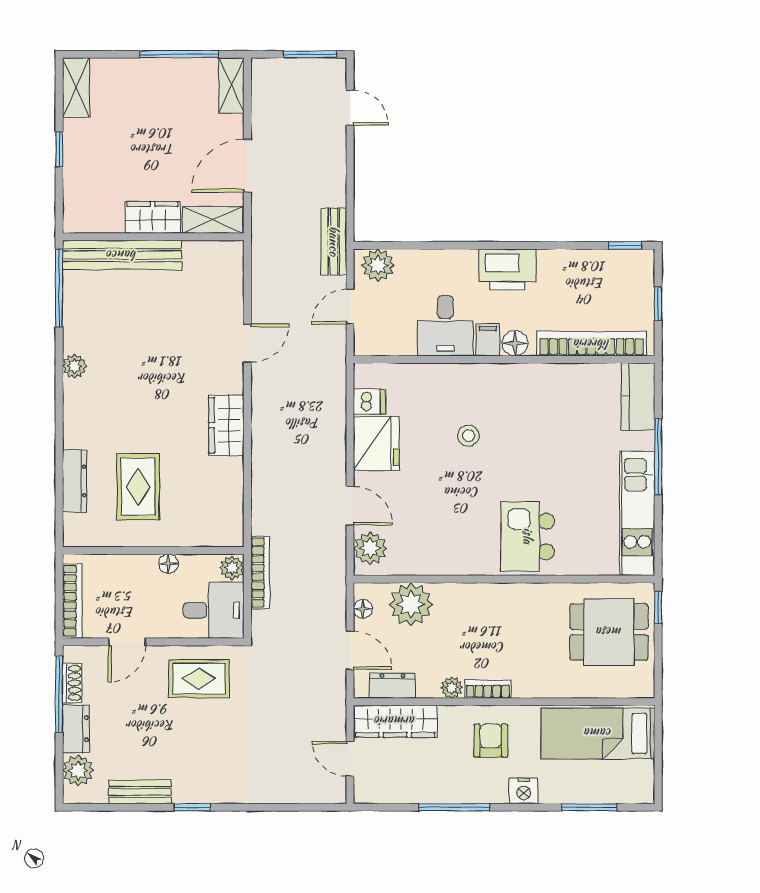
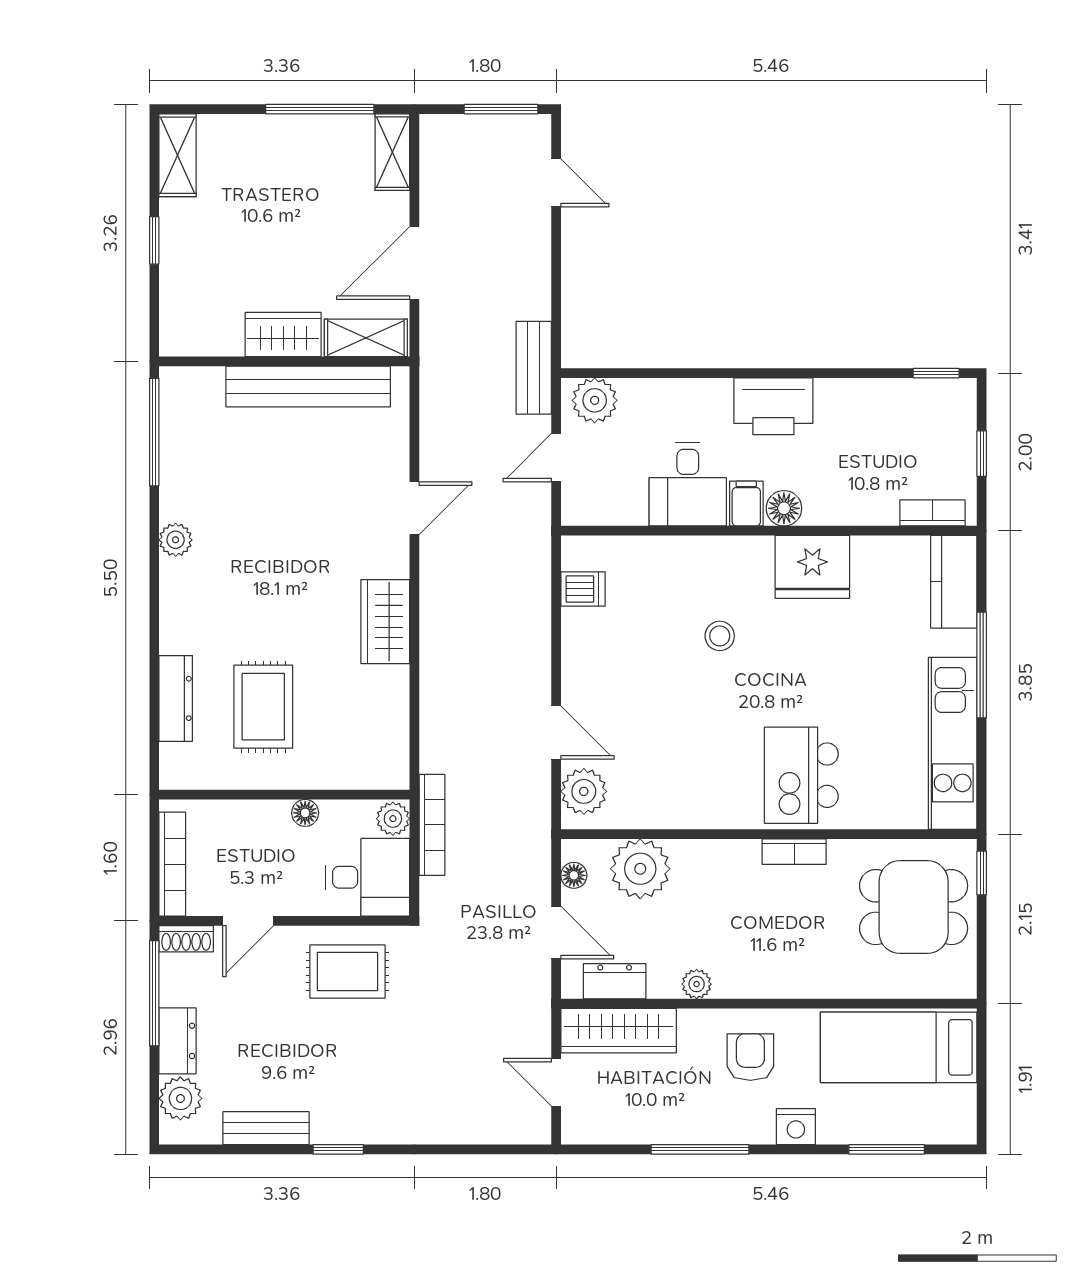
bench: (122, 255) -> (308, 386), moved
bookcase: (592, 344) -> (932, 513), width x0.43, depth x0.76
fridge: (376, 443) -> (812, 567), moved, turned 90
shoe rack: (72, 683) -> (186, 939), moved, turned 90
bookcase: (488, 689) -> (794, 852), moved, turned 180

